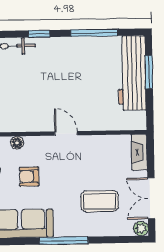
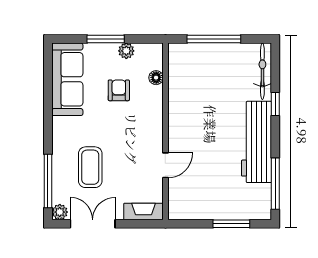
window: (94, 33) -> (275, 184), moved
workbench: (132, 73) -> (257, 142), moved, turned -90
door: (66, 133) -> (165, 165), moved
window: (64, 241) -> (48, 181), moved

